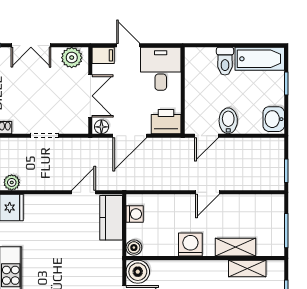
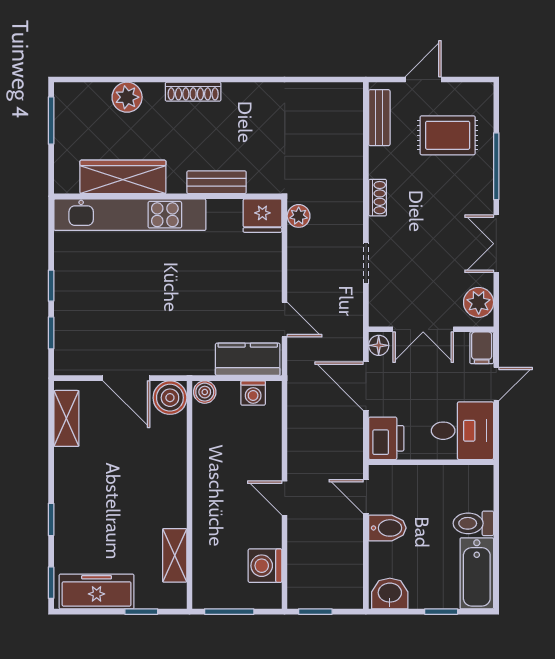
washing machine: (190, 245) -> (265, 566), moved, turned 180
shelving: (235, 247) -> (205, 538), removed

